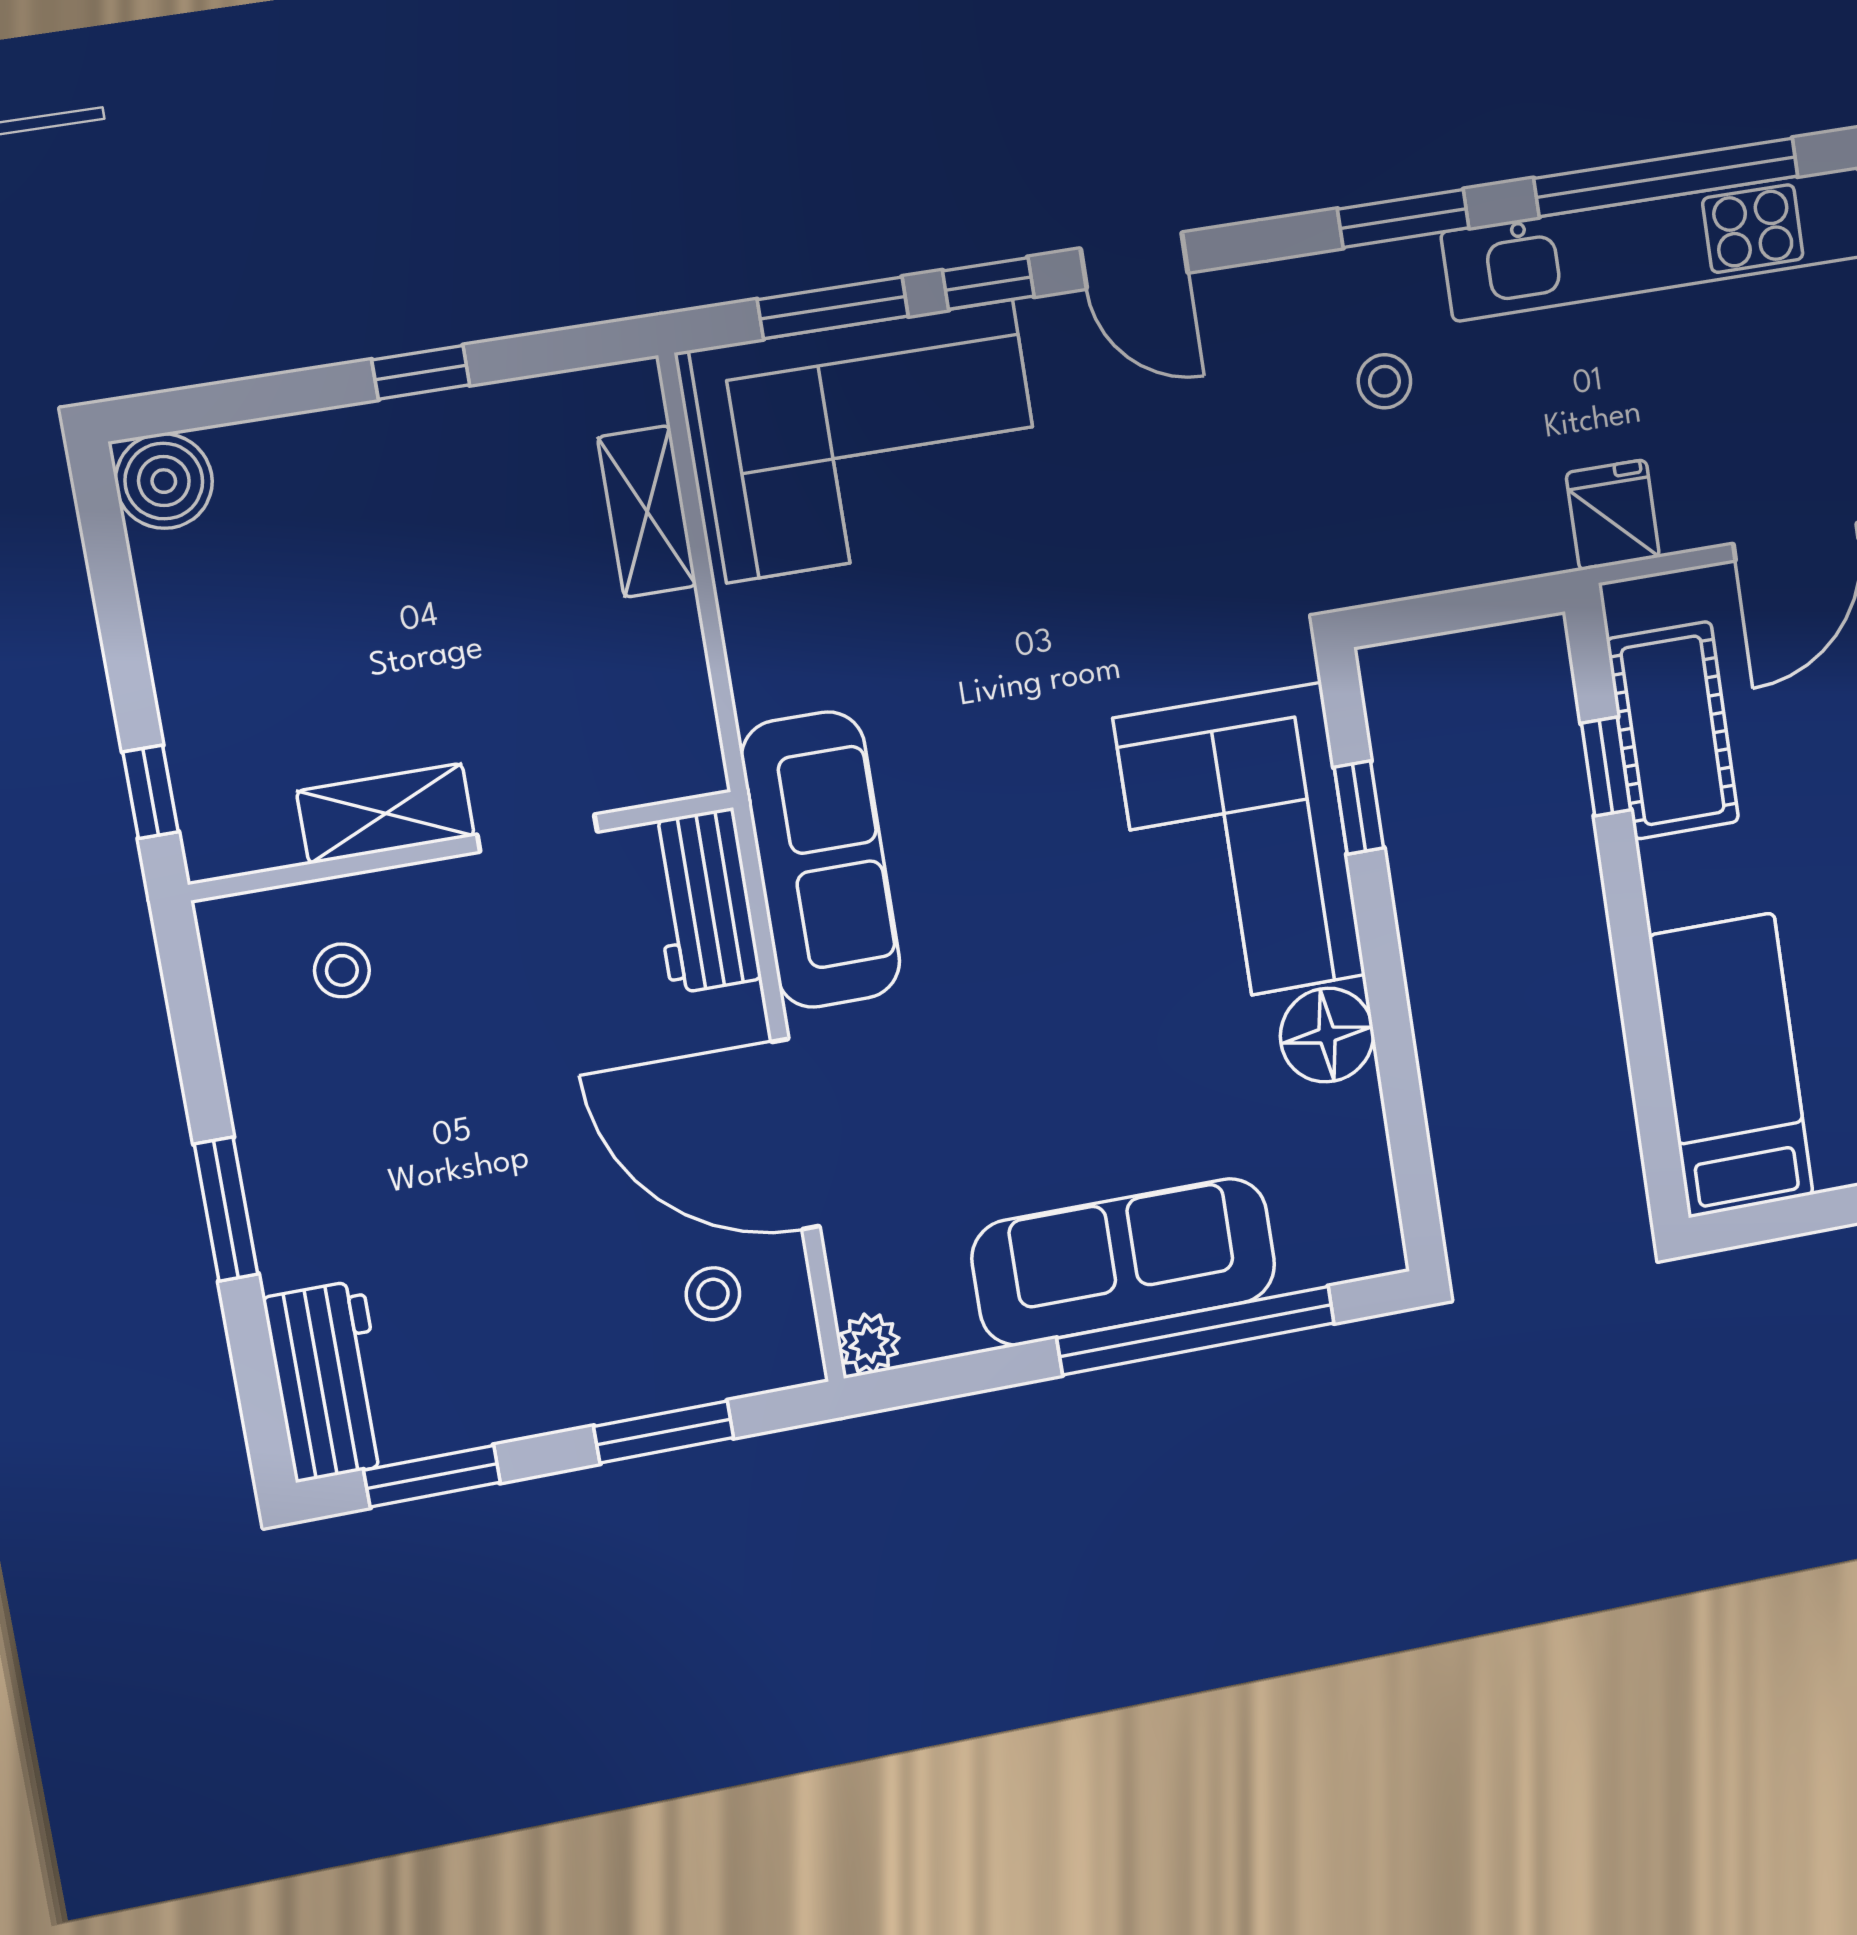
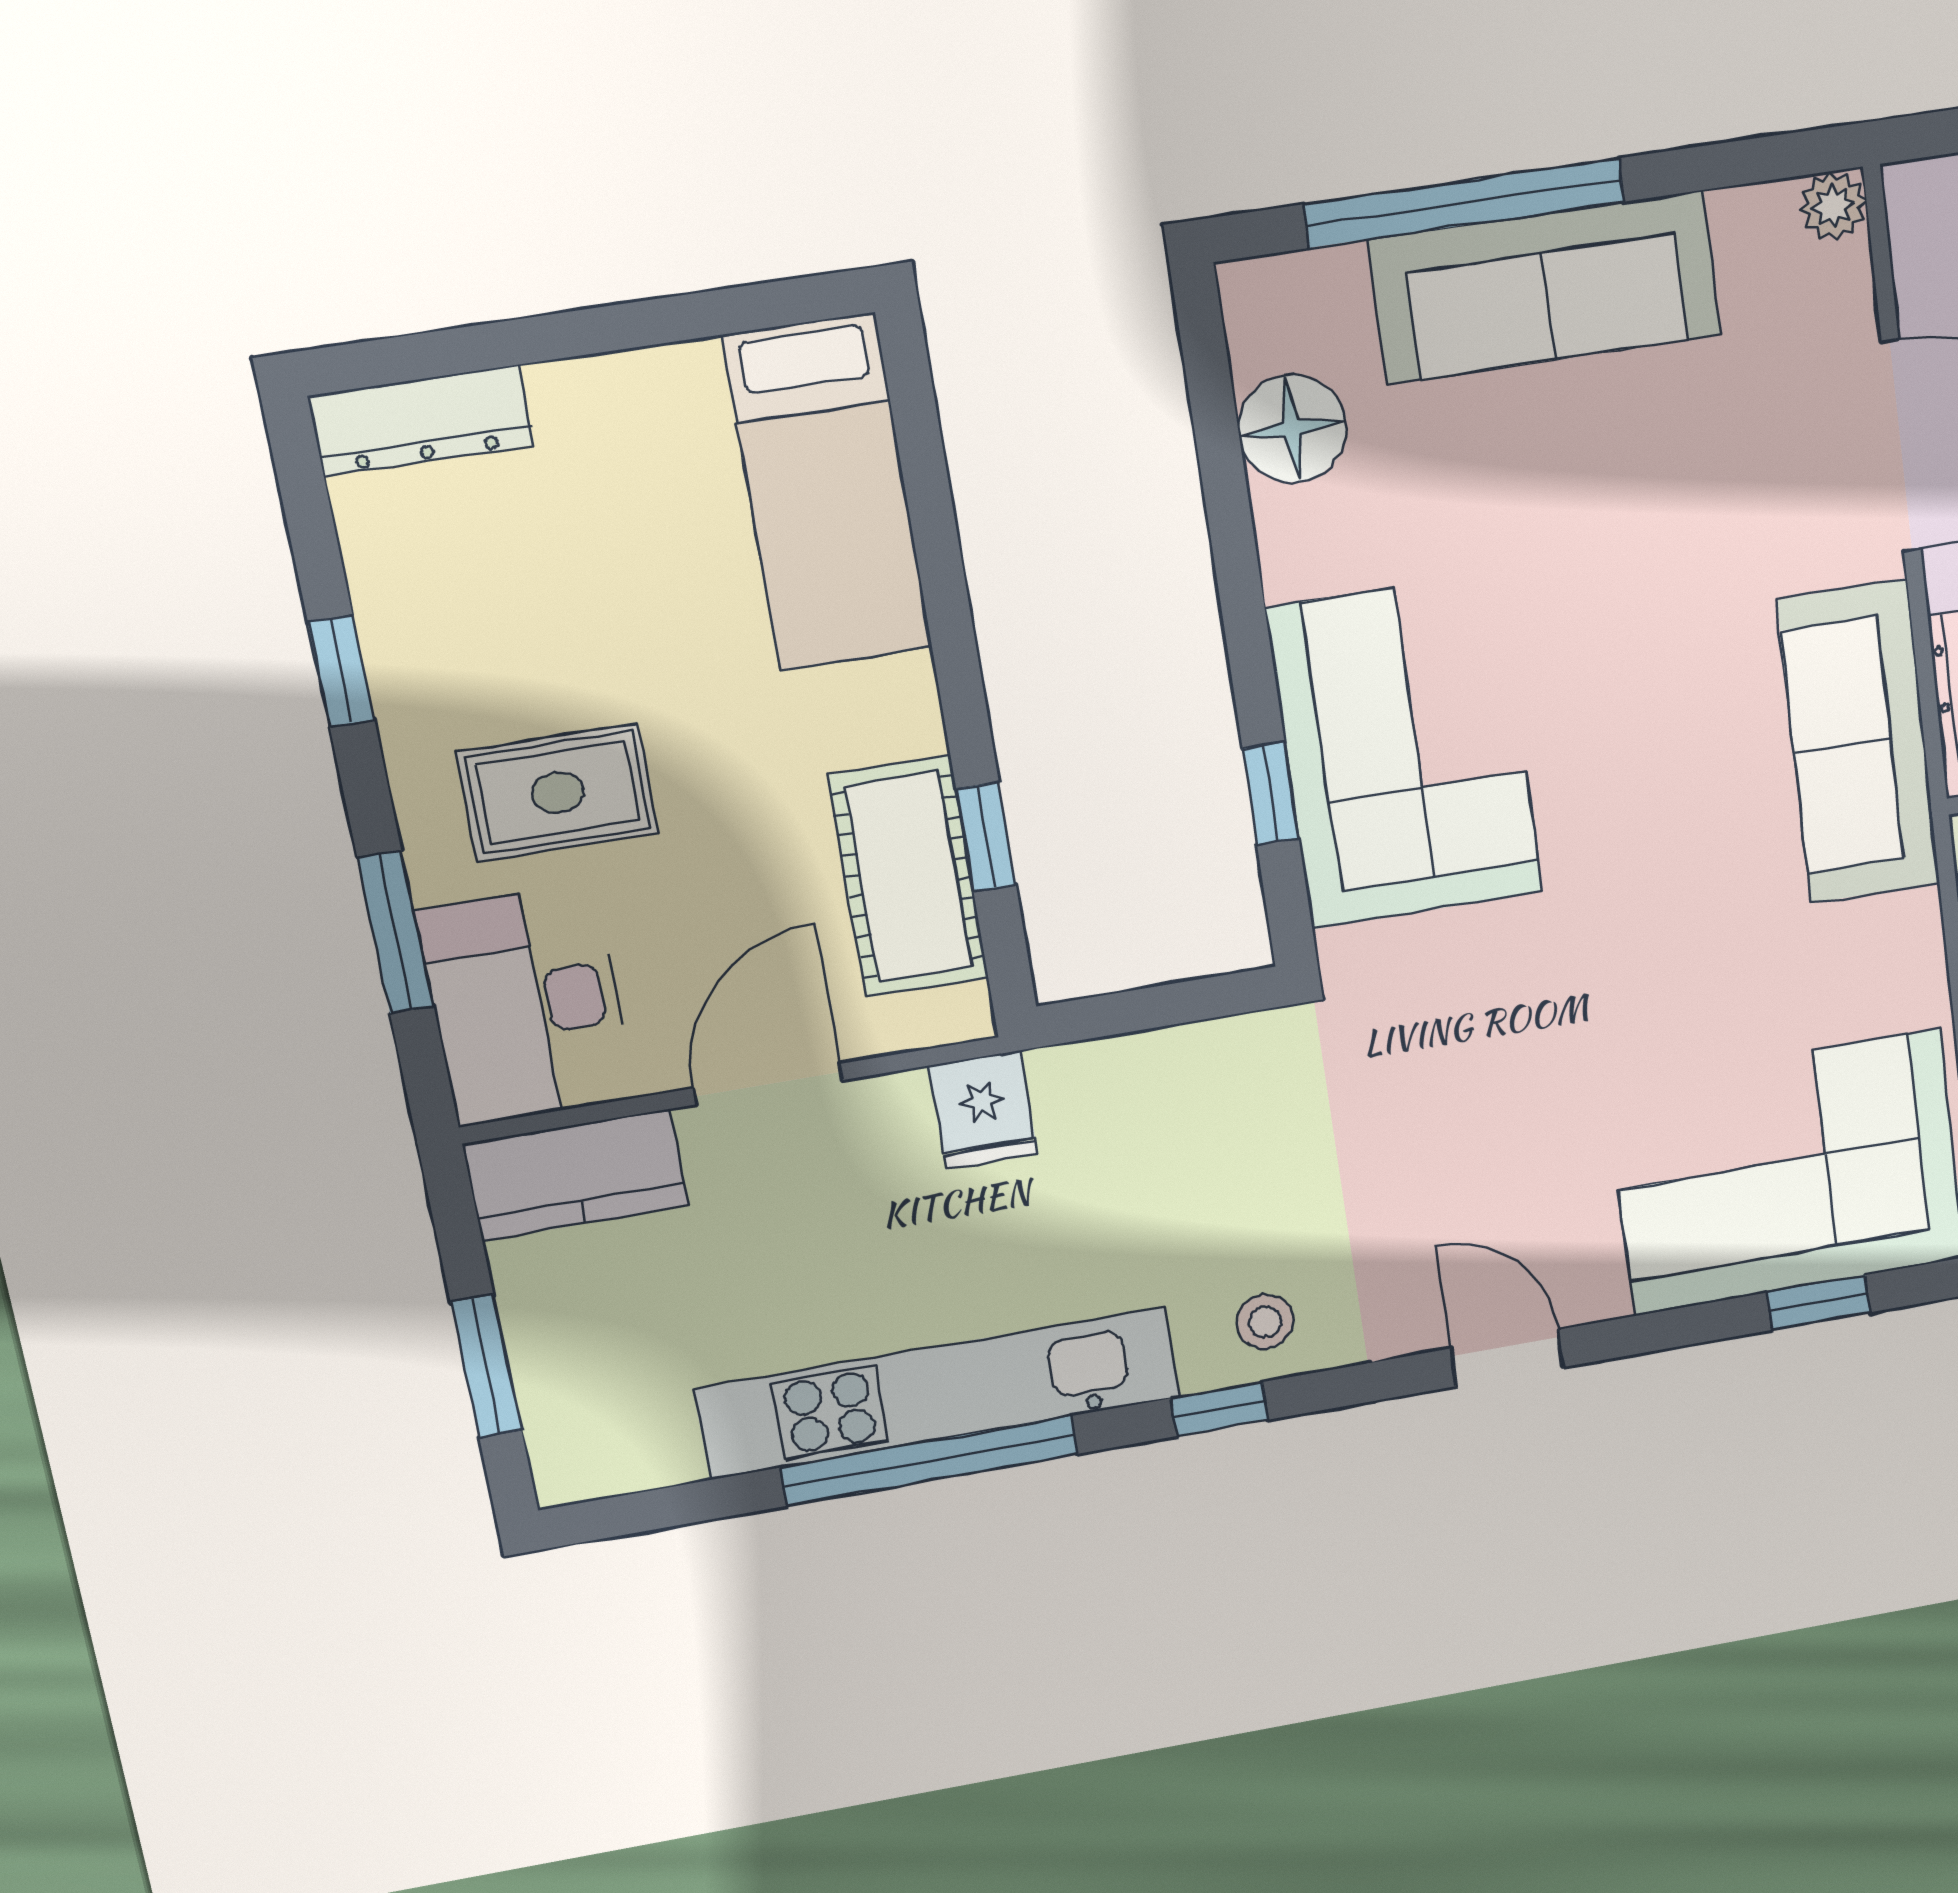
window: (1403, 218) -> (1220, 1409), width x0.67
window: (988, 283) -> (1659, 1331), removed
window: (833, 308) -> (1818, 1302), width x0.67
stool: (1384, 381) -> (1265, 1322), moved
floor lamp: (1327, 1035) -> (1292, 428), moved

